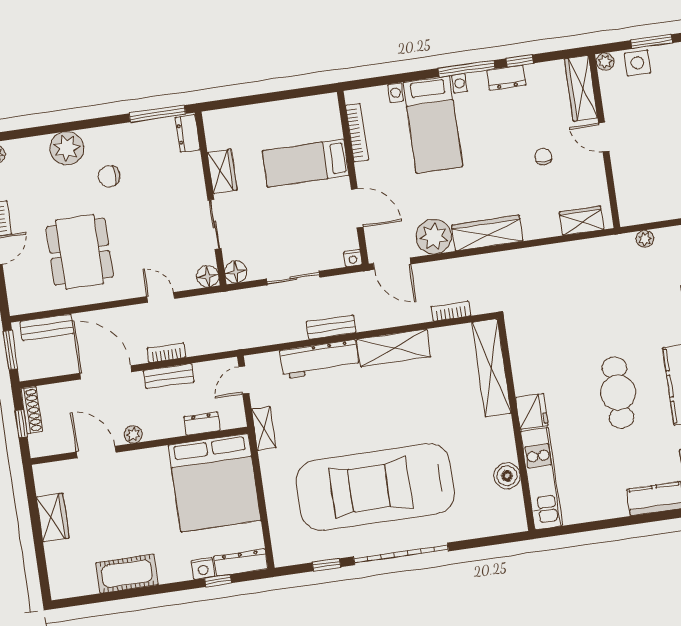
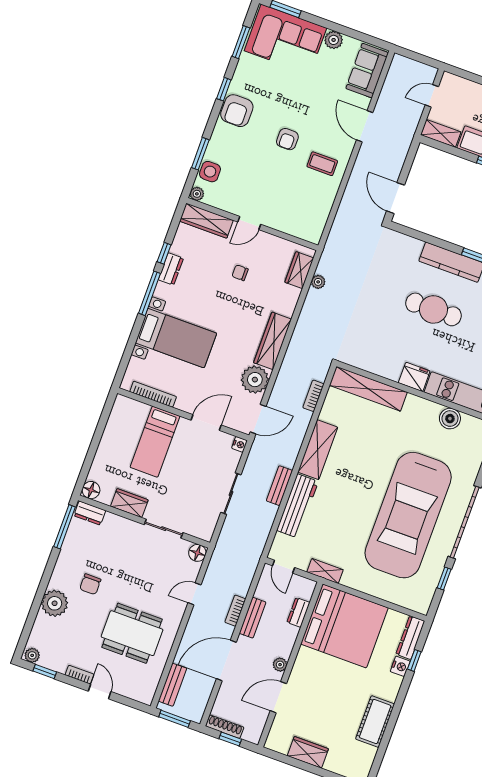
plant: (645, 239) -> (318, 282), moved
floor lamp: (236, 272) -> (91, 490), moved

